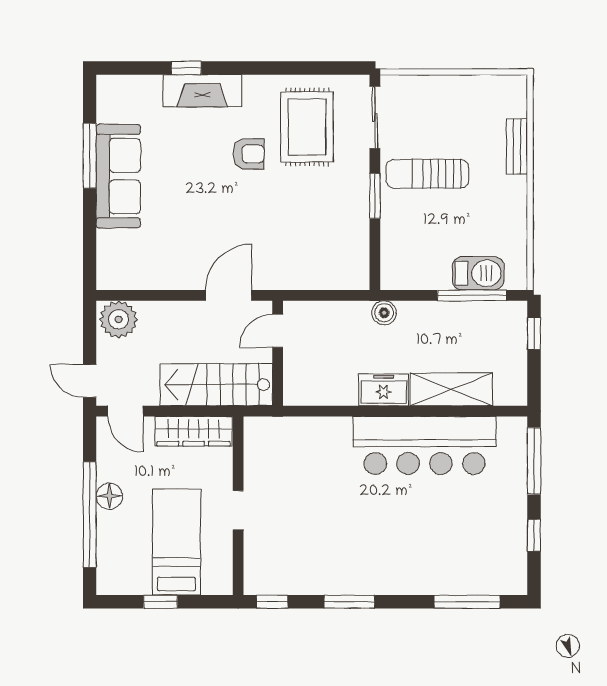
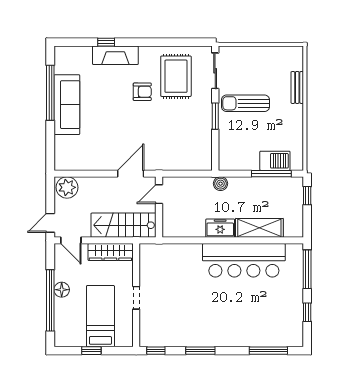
window: (90, 156) -> (50, 93), width x1.46
door: (90, 381) -> (50, 223), hinge flipped

